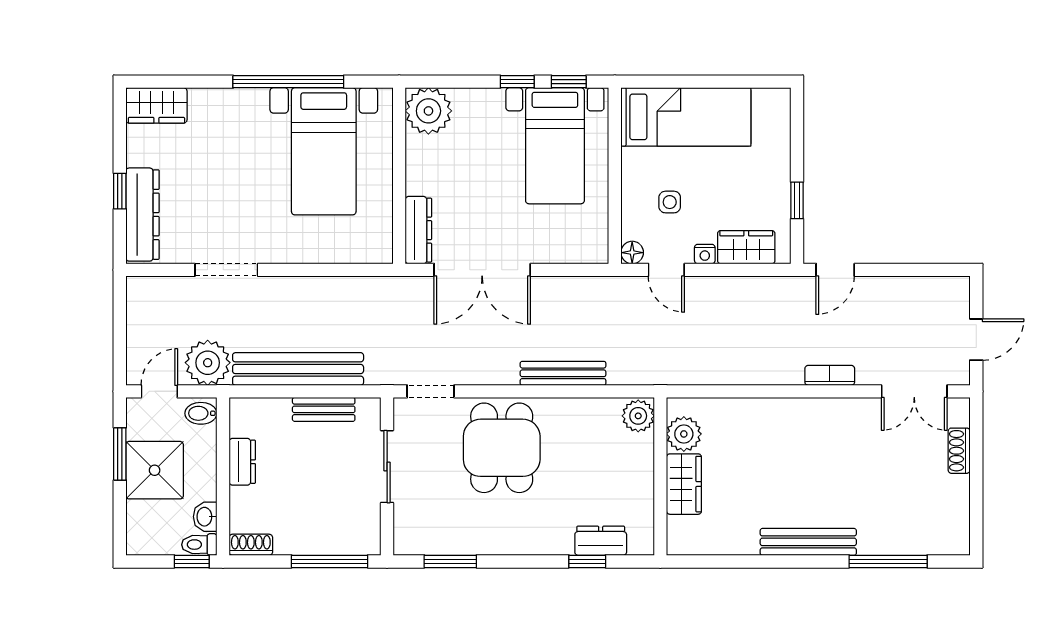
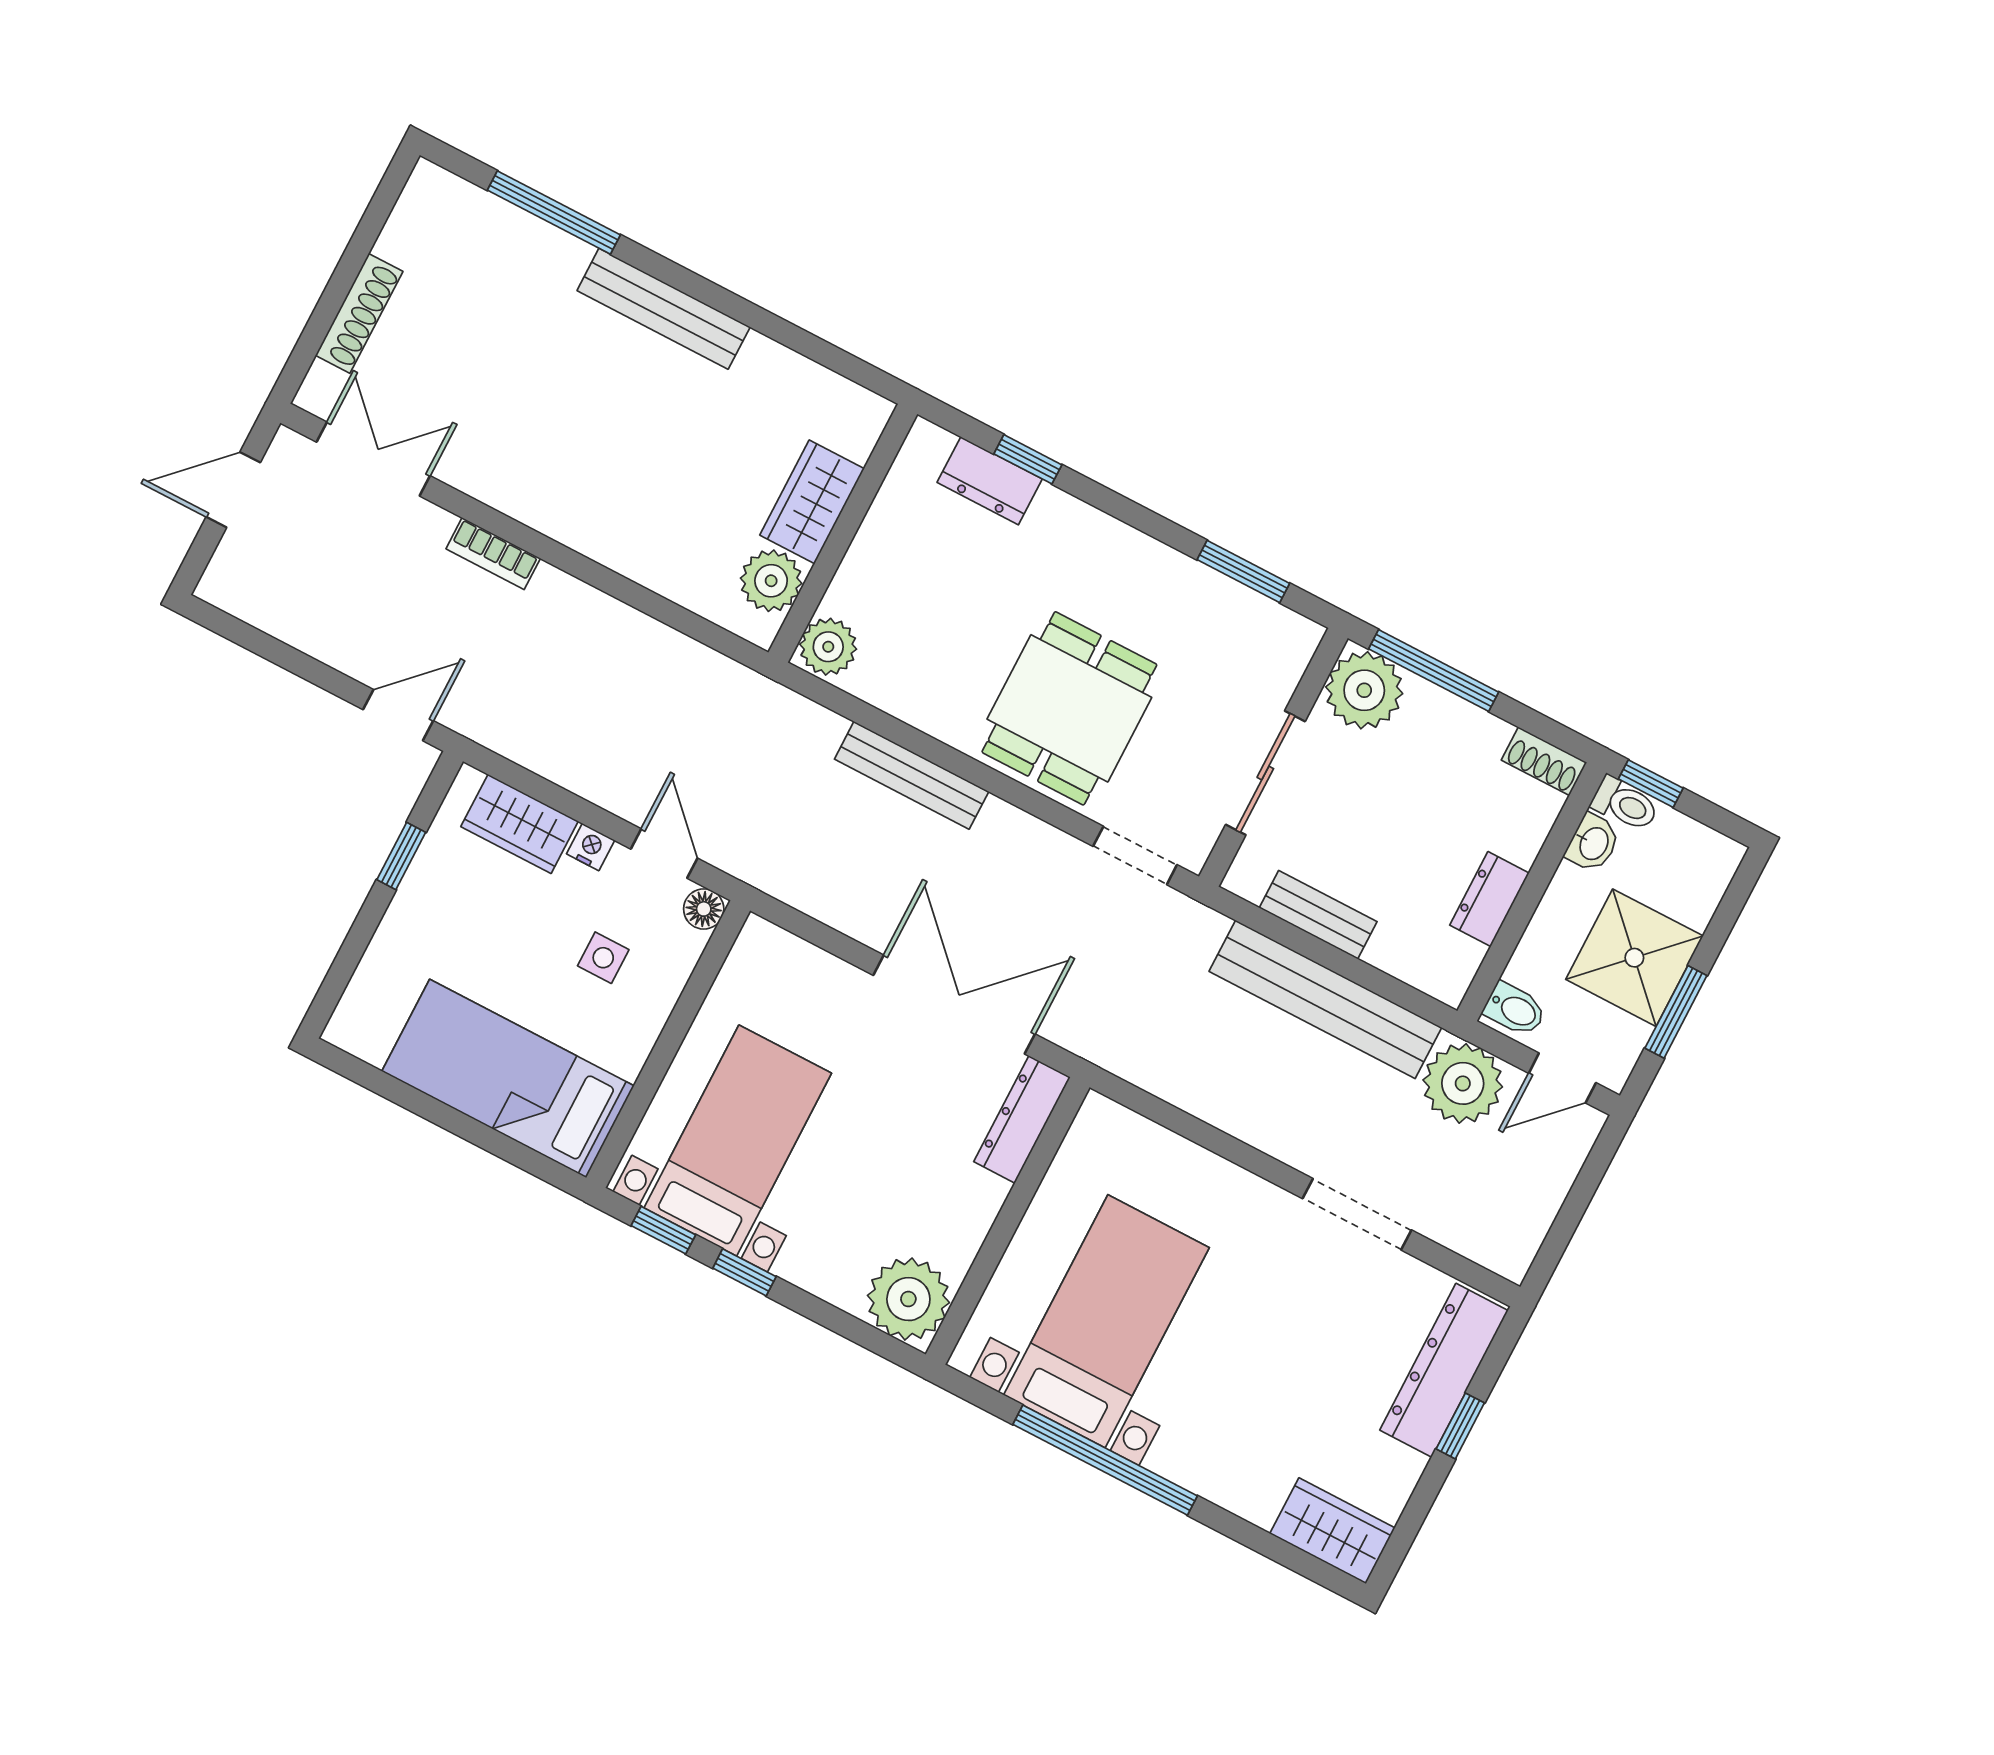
shoe rack: (959, 451) -> (359, 313), width x1.43
plant: (359, 534) -> (1364, 690), added

